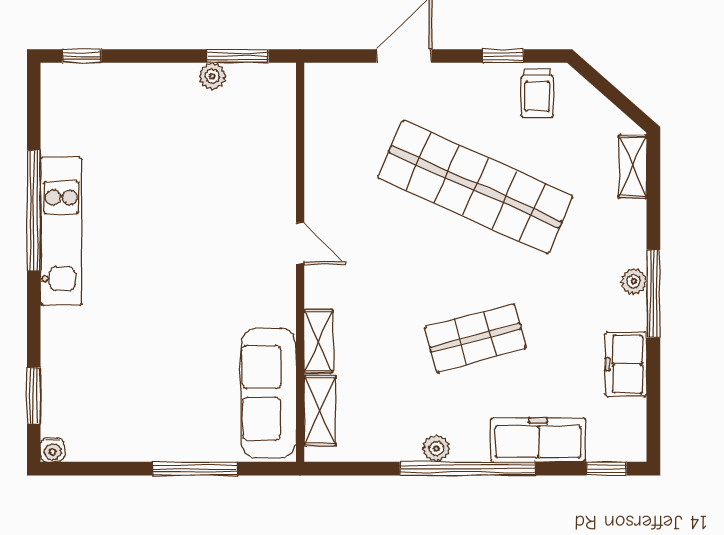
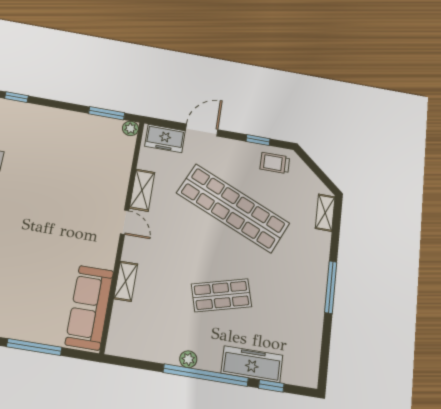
plant: (212, 76) -> (130, 128), moved
trolley: (537, 93) -> (275, 163), turned 90
plant: (634, 281) -> (320, 278), removed
freezer: (626, 364) -> (165, 138), moved, turned -90
shelving: (320, 411) -> (142, 190), moved
window: (606, 469) -> (271, 386), moved

